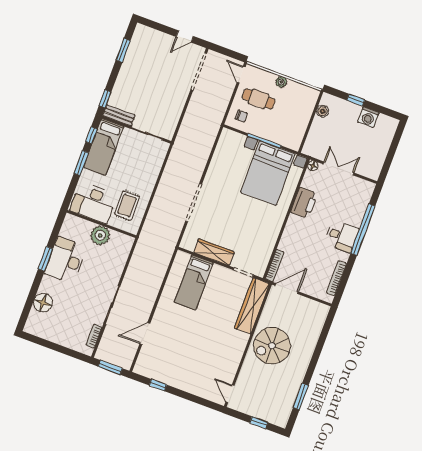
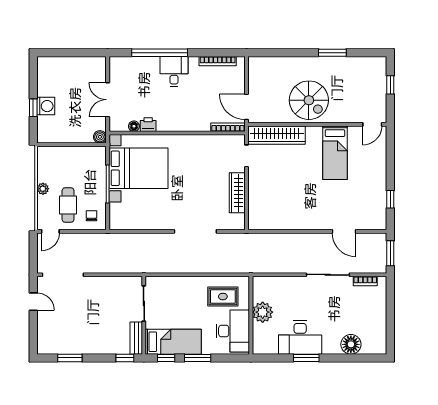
boiler: (322, 111) -> (100, 137), moved
washing machine: (368, 117) -> (46, 106), moved
floor lamp: (313, 166) -> (134, 126), moved
printer: (304, 203) -> (148, 125), width x0.53, depth x0.68
bed: (194, 282) -> (335, 153), moved, turned 90
window: (301, 397) -> (332, 53), moved

